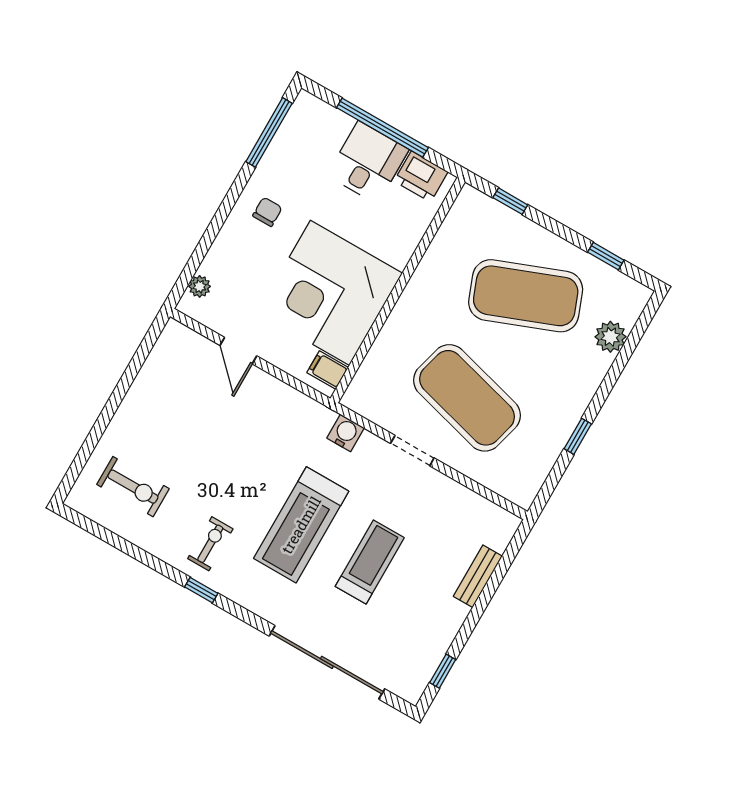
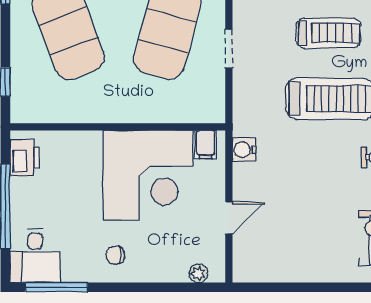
desk: (368, 162) -> (35, 256), moved, turned -90
water cooler: (346, 433) -> (244, 150), moved
treadmill: (370, 562) -> (328, 33), turned 180

